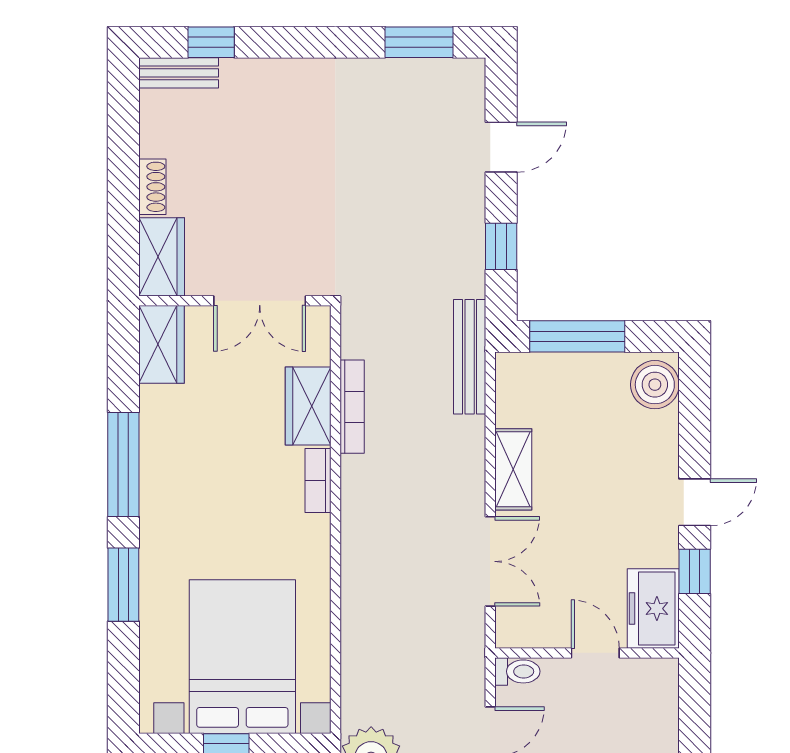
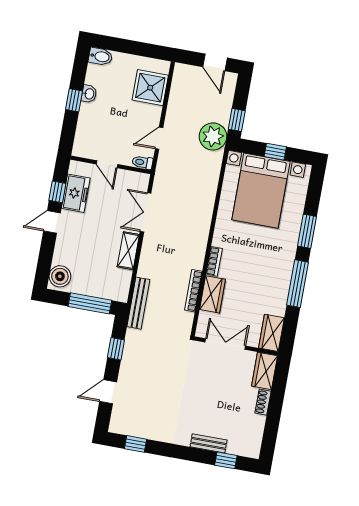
window: (419, 42) -> (135, 444), width x0.67
bench: (179, 73) -> (209, 443), moved
freezer: (653, 609) -> (76, 193), moved

